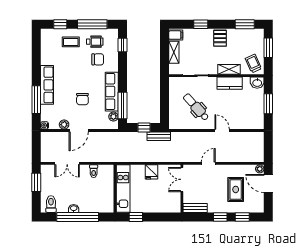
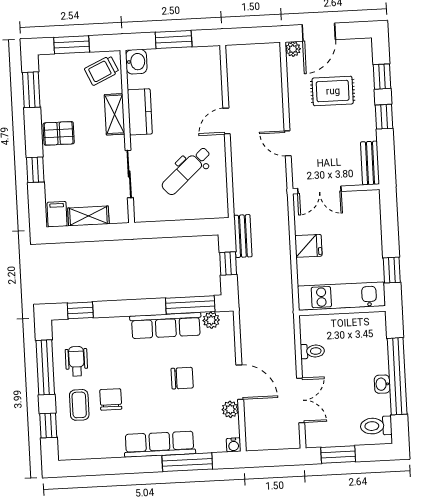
chair: (98, 59) -> (111, 399), moved

